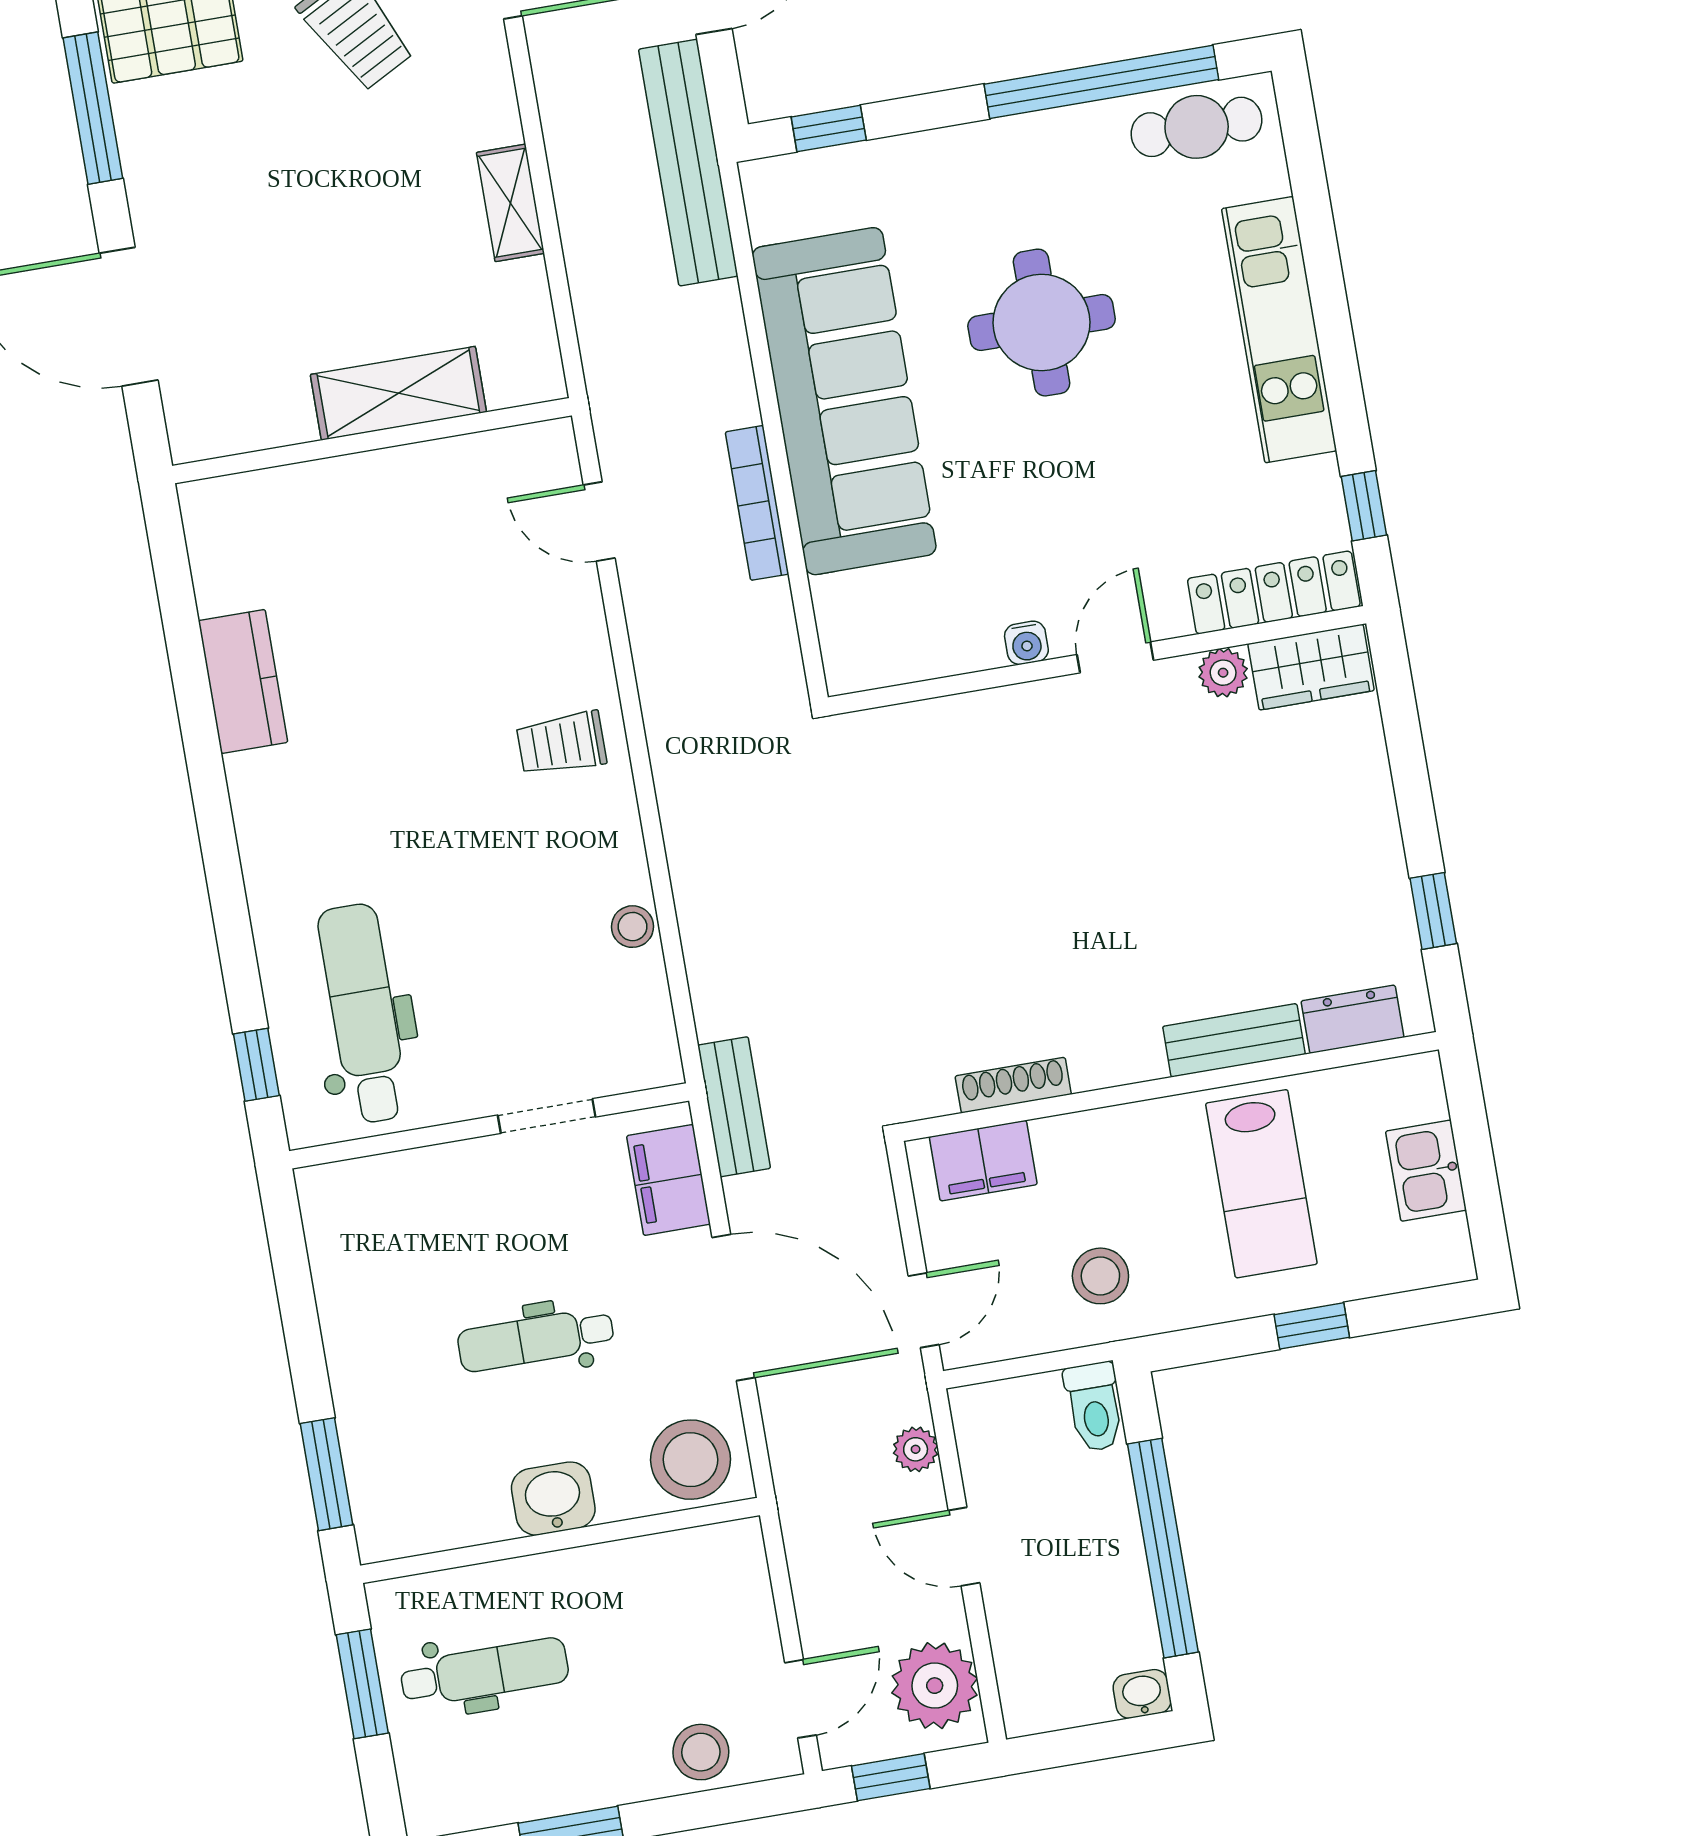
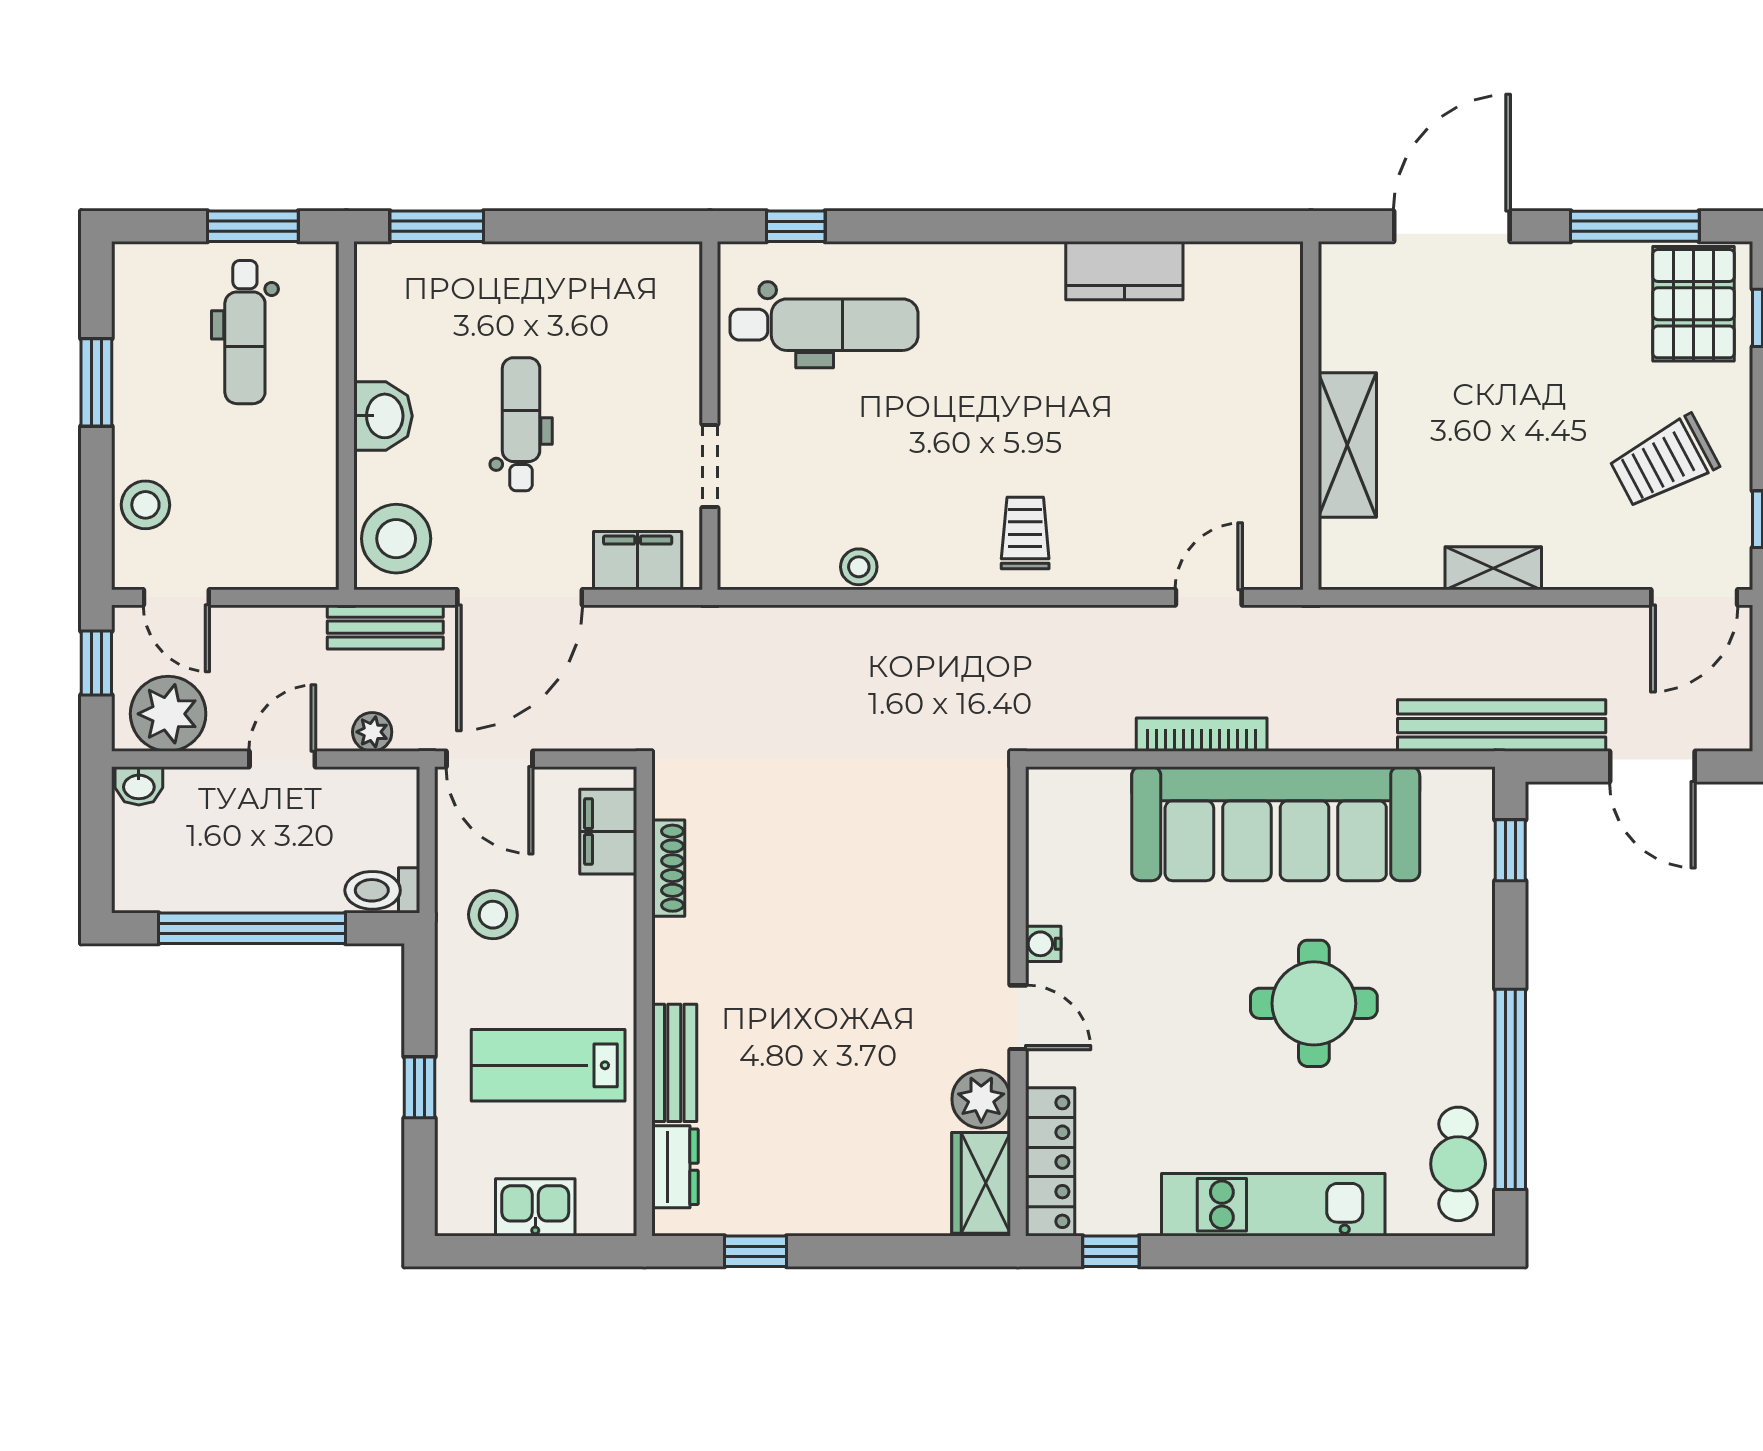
plant: (1223, 673) -> (981, 1099), width x1.38, depth x1.38
bench: (734, 1107) -> (385, 627), moved
door: (924, 1310) -> (490, 759), width x1.38
washbasin: (1142, 1694) -> (139, 786), moved, turned 90

